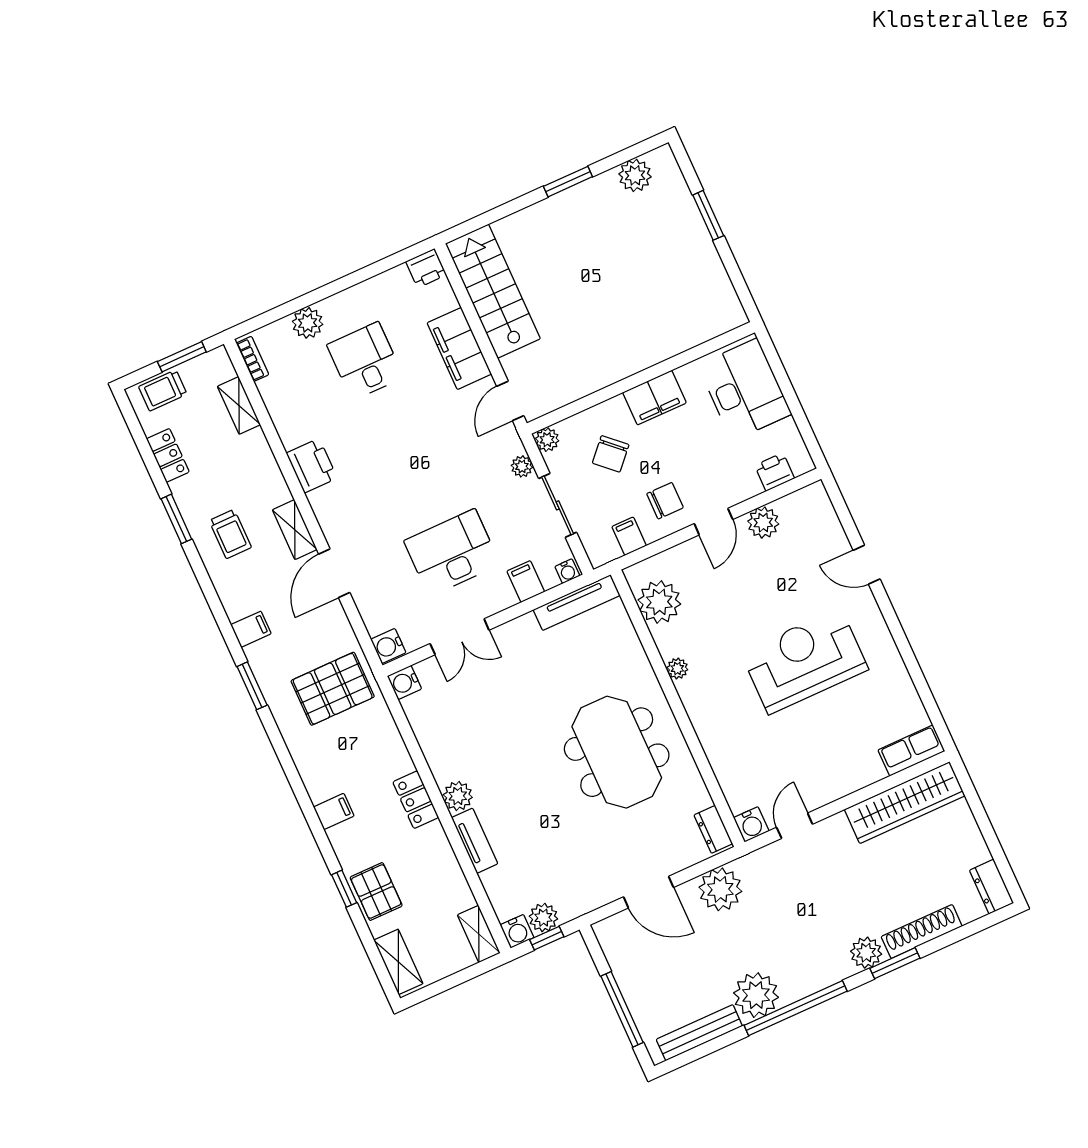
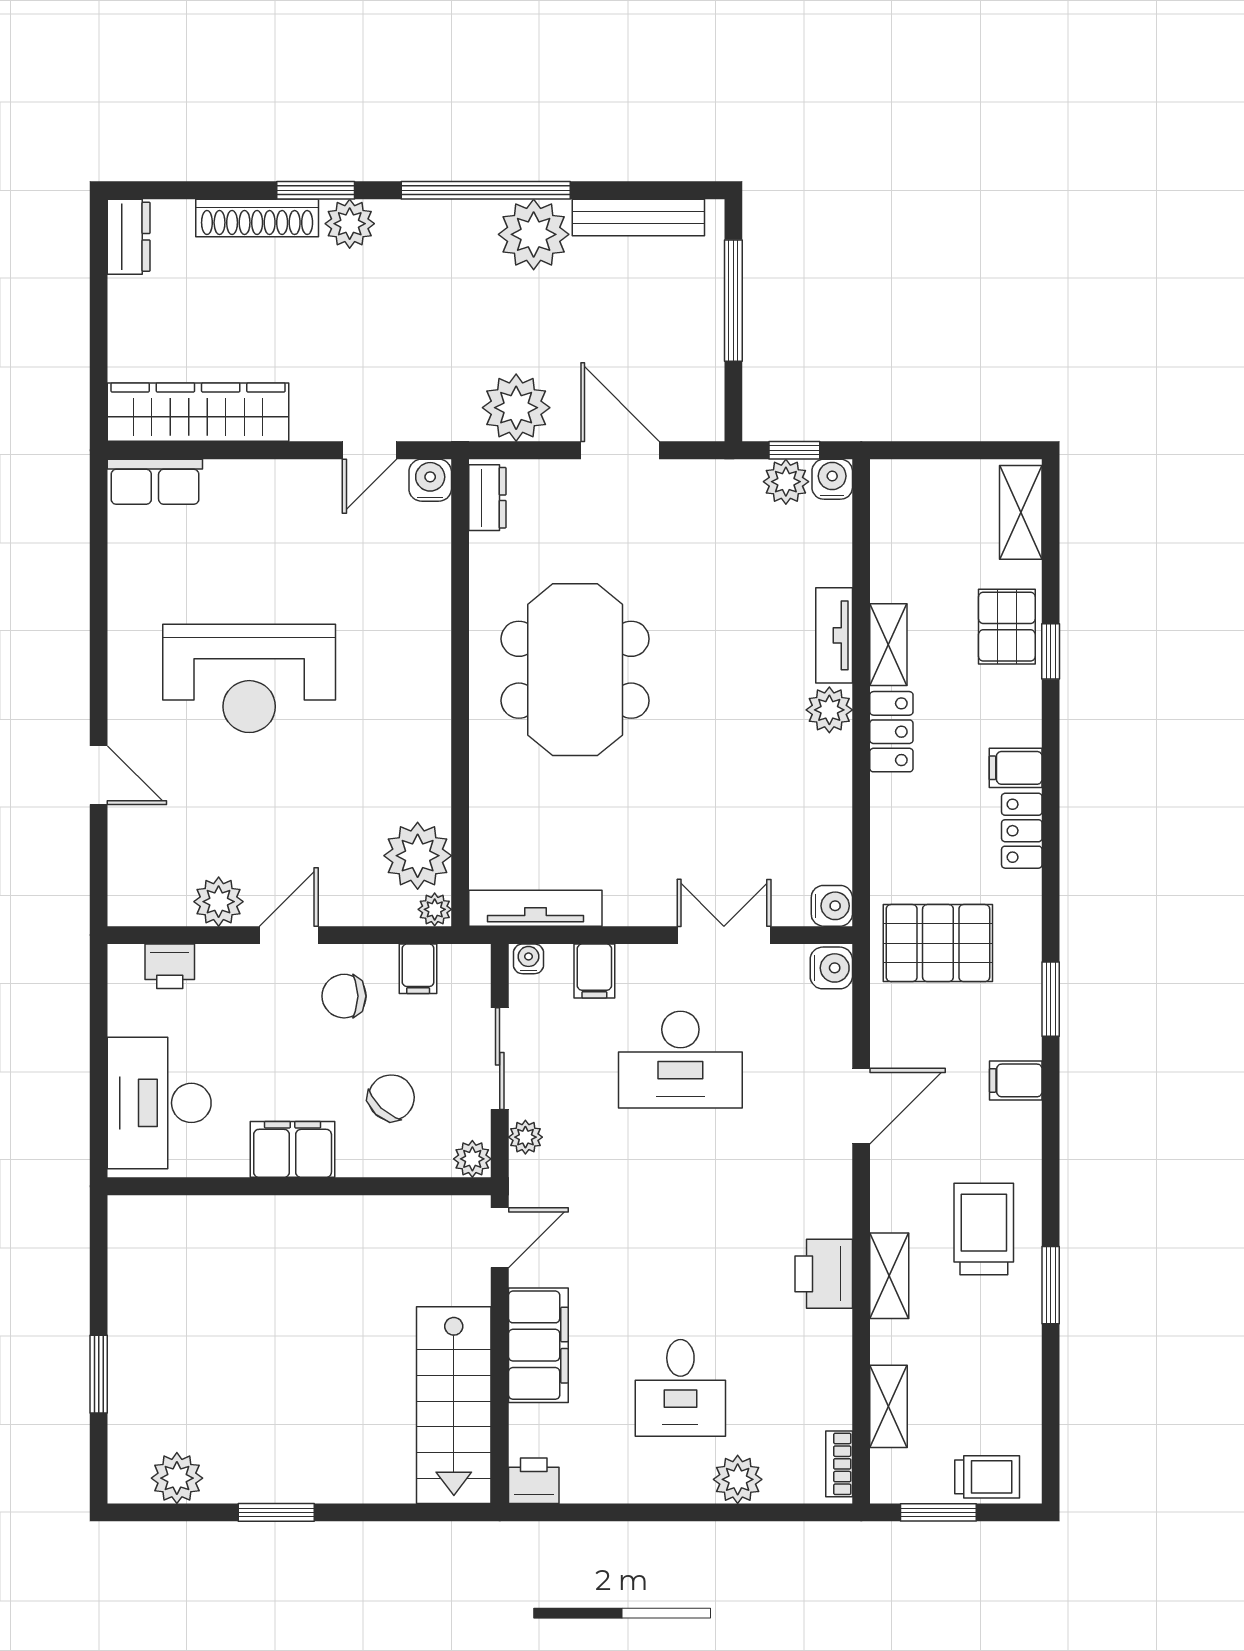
locker: (168, 455) -> (1022, 831), moved
shelving: (295, 530) -> (889, 1276), moved
trolley: (230, 534) -> (984, 1229), width x1.36, depth x1.39
plant: (677, 668) -> (435, 909), moved
shelving: (479, 934) -> (888, 645), moved

